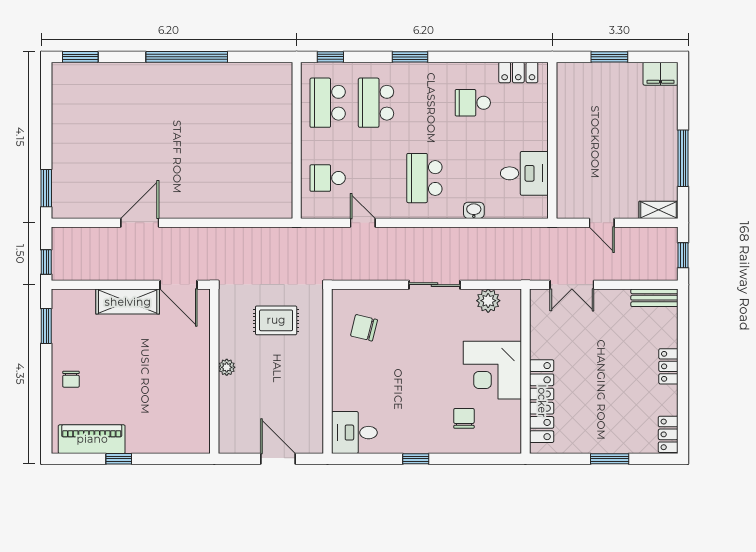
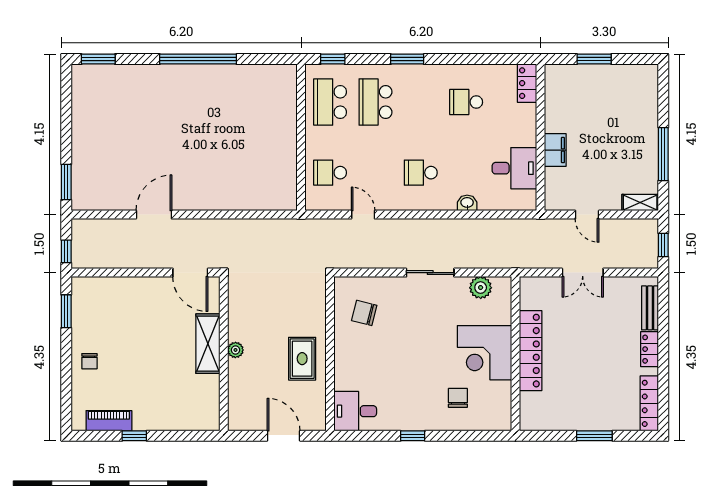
locker: (518, 72) -> (527, 83), moved, turned 90
filing cabinet: (661, 74) -> (555, 150), moved, turned -90
school desk: (424, 178) -> (421, 173), width x0.54
double door: (572, 285) -> (583, 273), moved
bench: (654, 298) -> (650, 308), moved, turned 90
shelving: (128, 302) -> (208, 344), moved, turned 90
rug: (276, 320) -> (302, 359), moved, turned 90
locker: (542, 401) -> (531, 351), moved
locker: (668, 434) -> (649, 403), width x1.53
piano: (92, 439) -> (109, 421), width x0.73, depth x0.75

